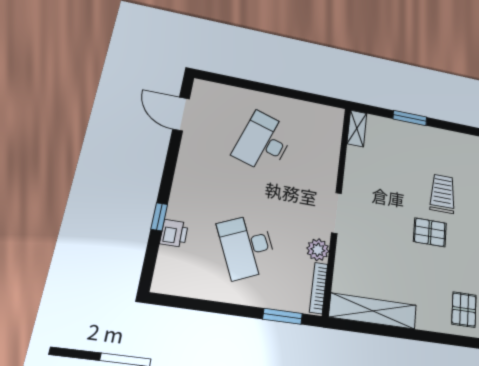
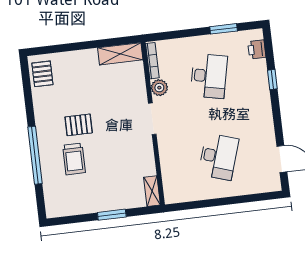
printer: (174, 233) -> (257, 49), moved
desk: (247, 246) -> (209, 76), turned 36
shelving: (373, 311) -> (120, 54), width x0.68
window: (283, 316) -> (224, 29), moved

